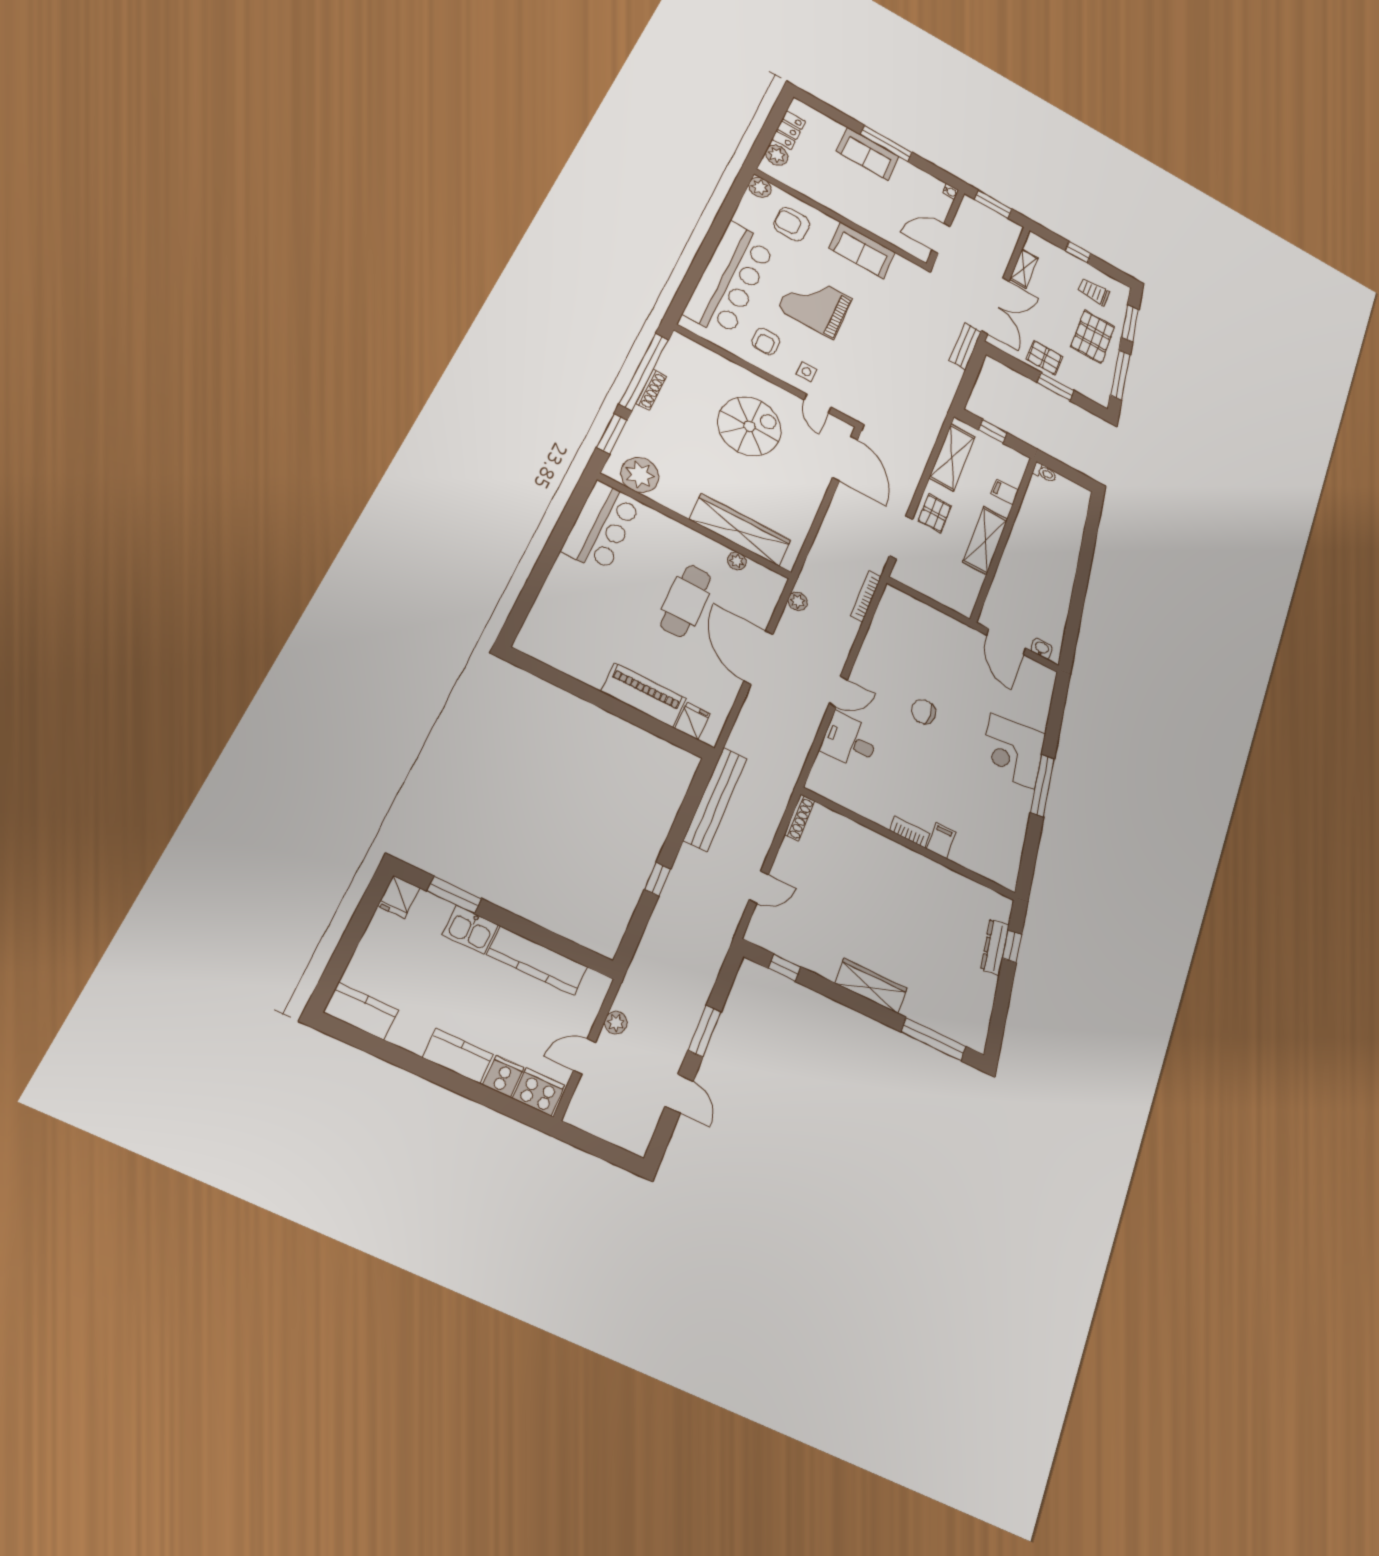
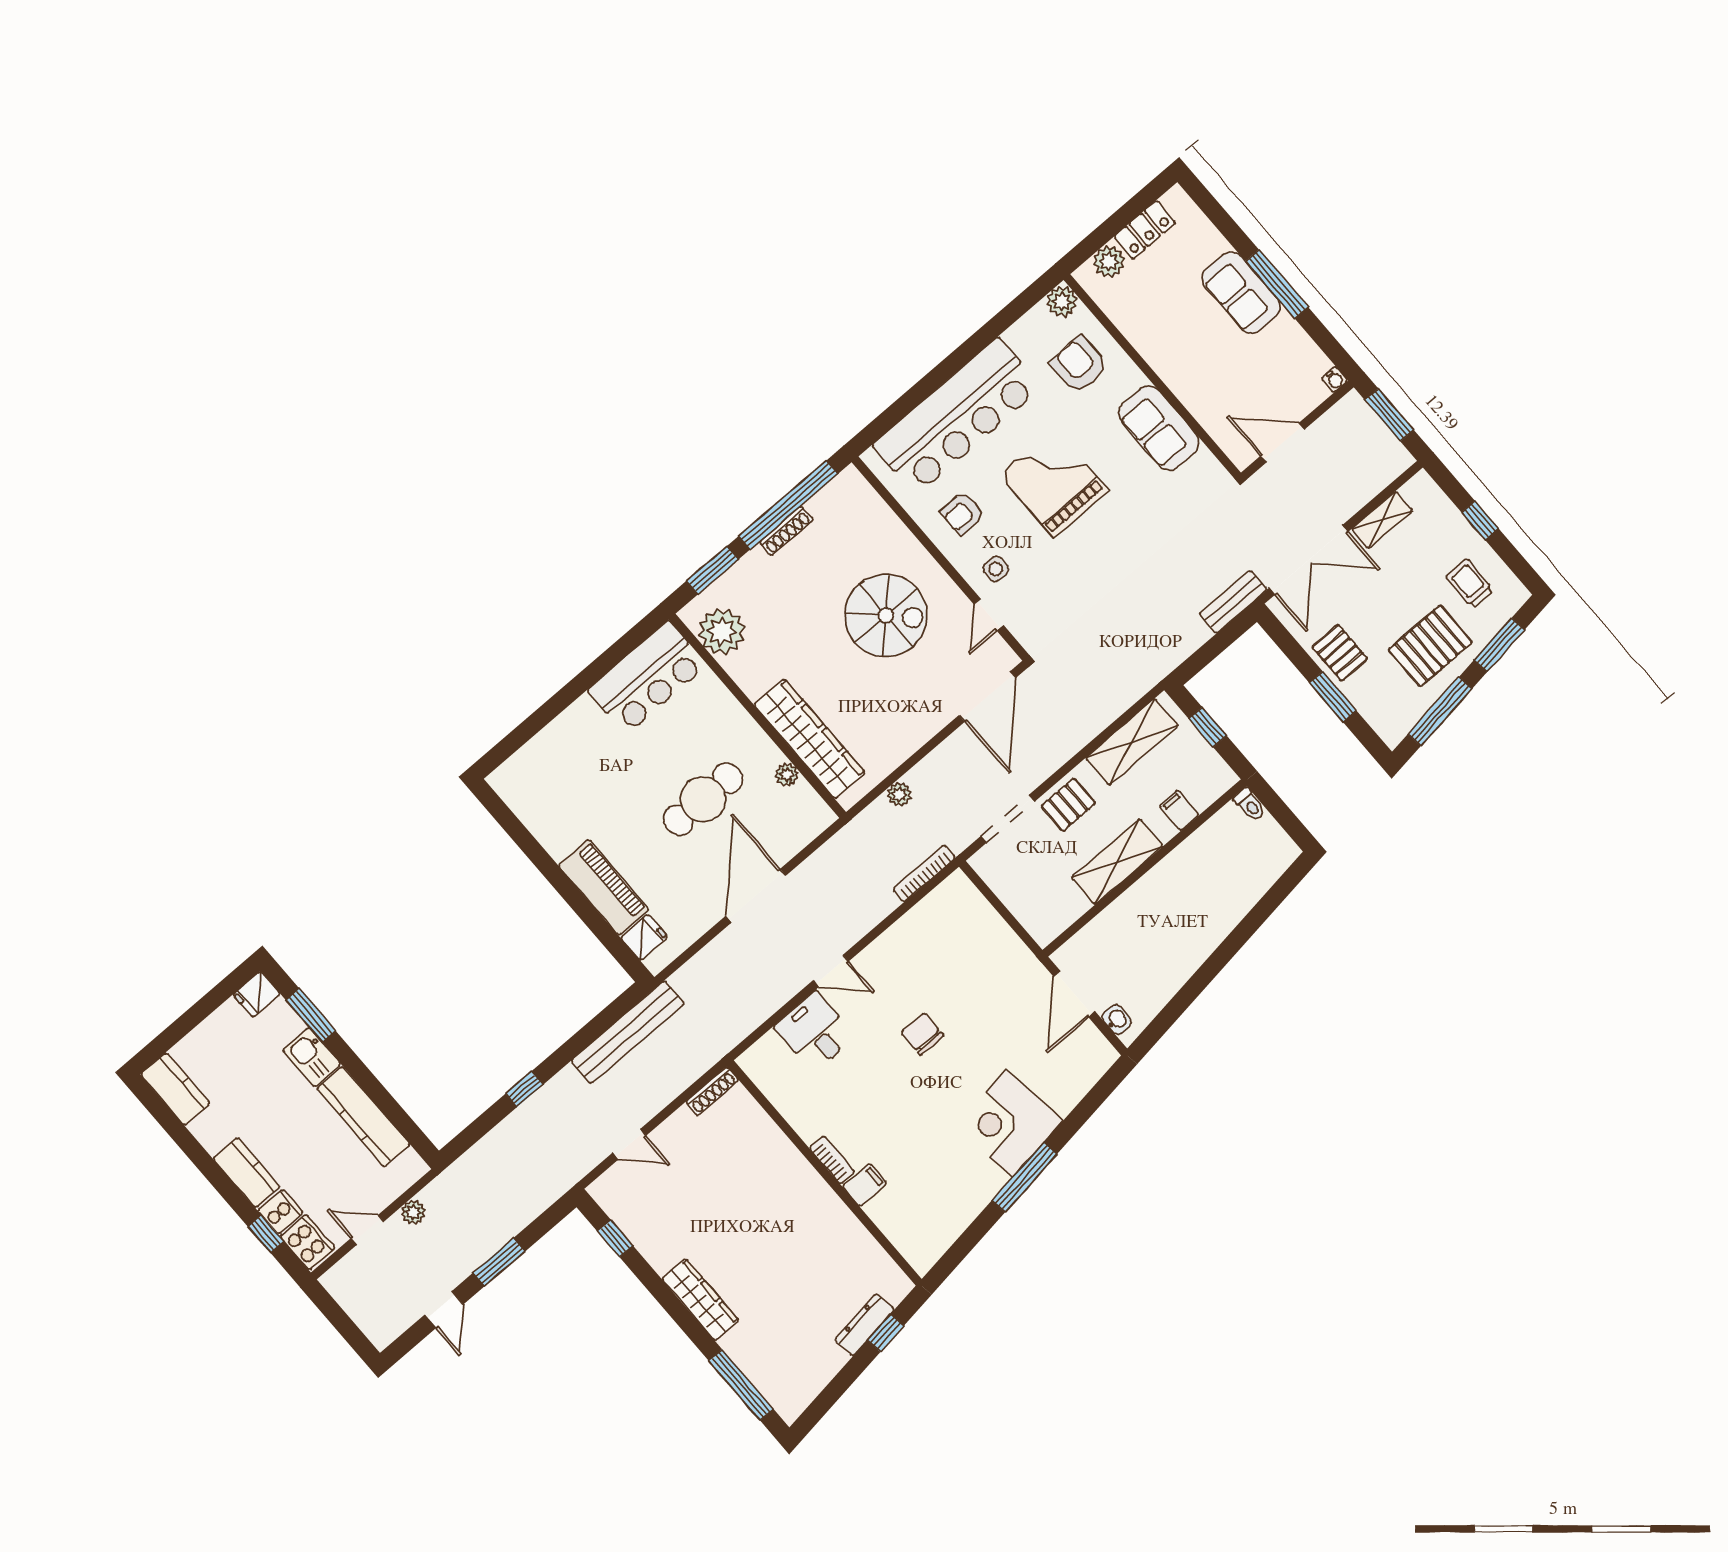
plant: (798, 601) -> (899, 794), moved
window: (499, 1102) -> (266, 1234), added

